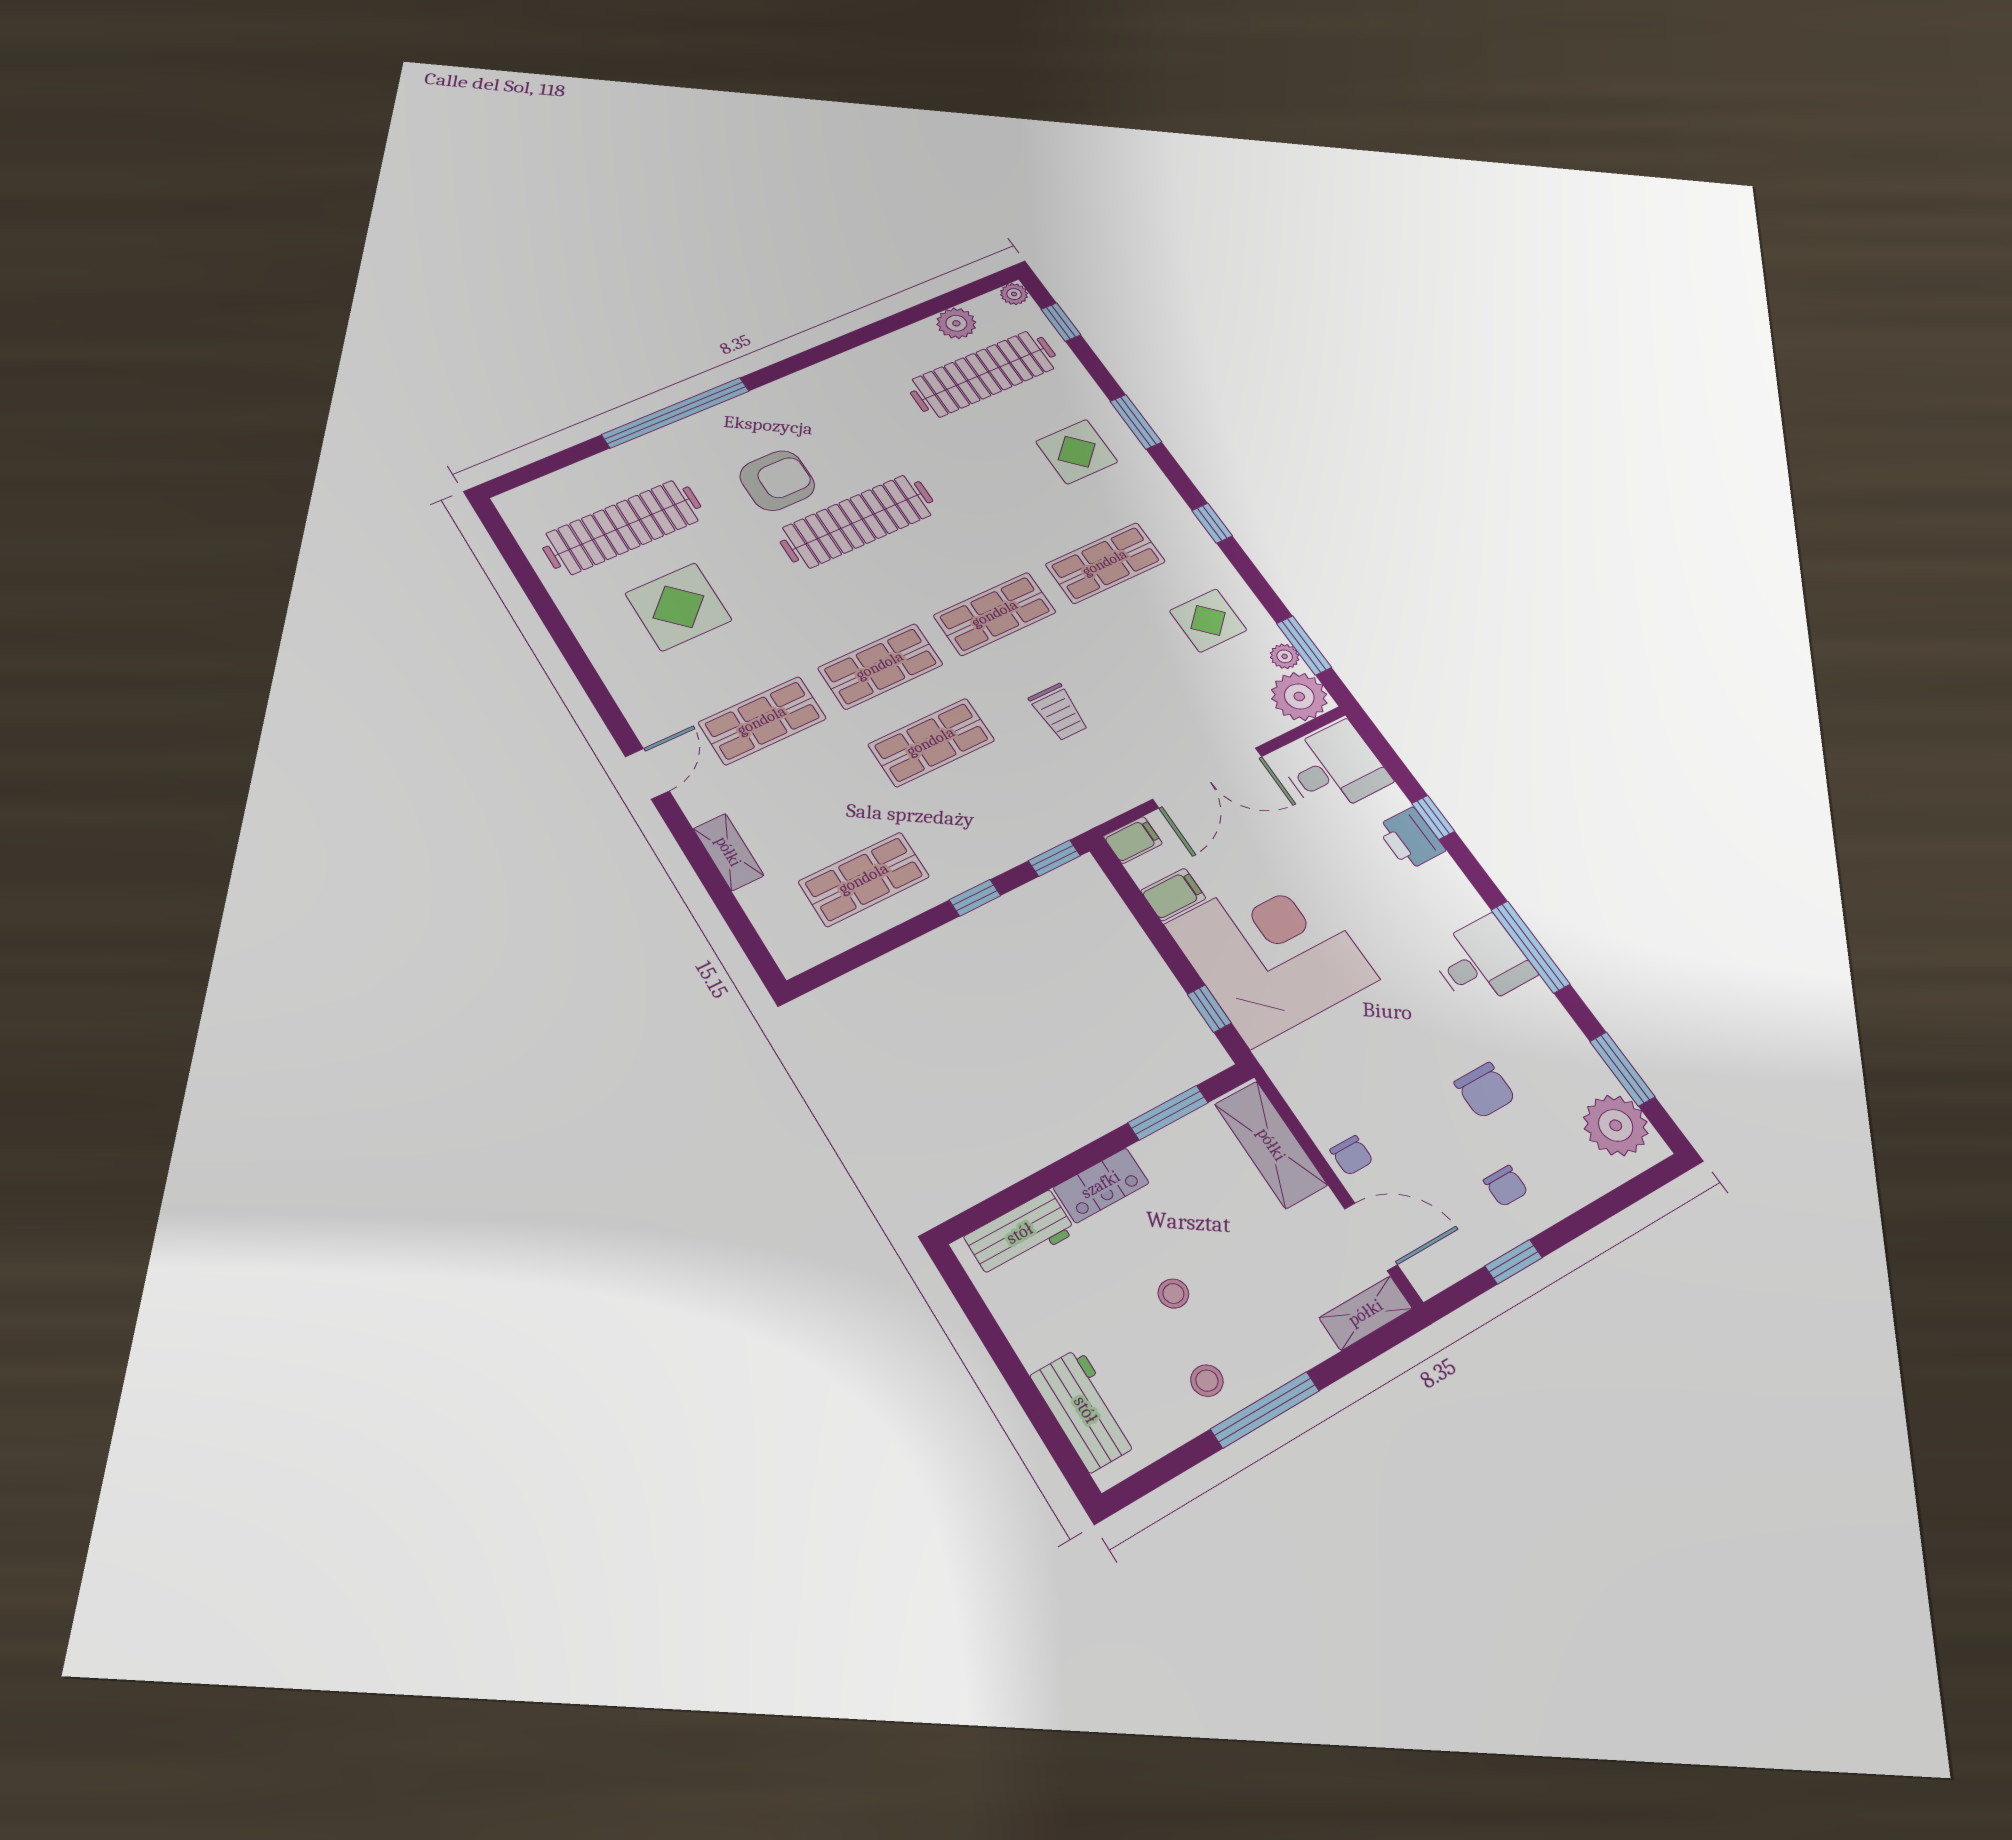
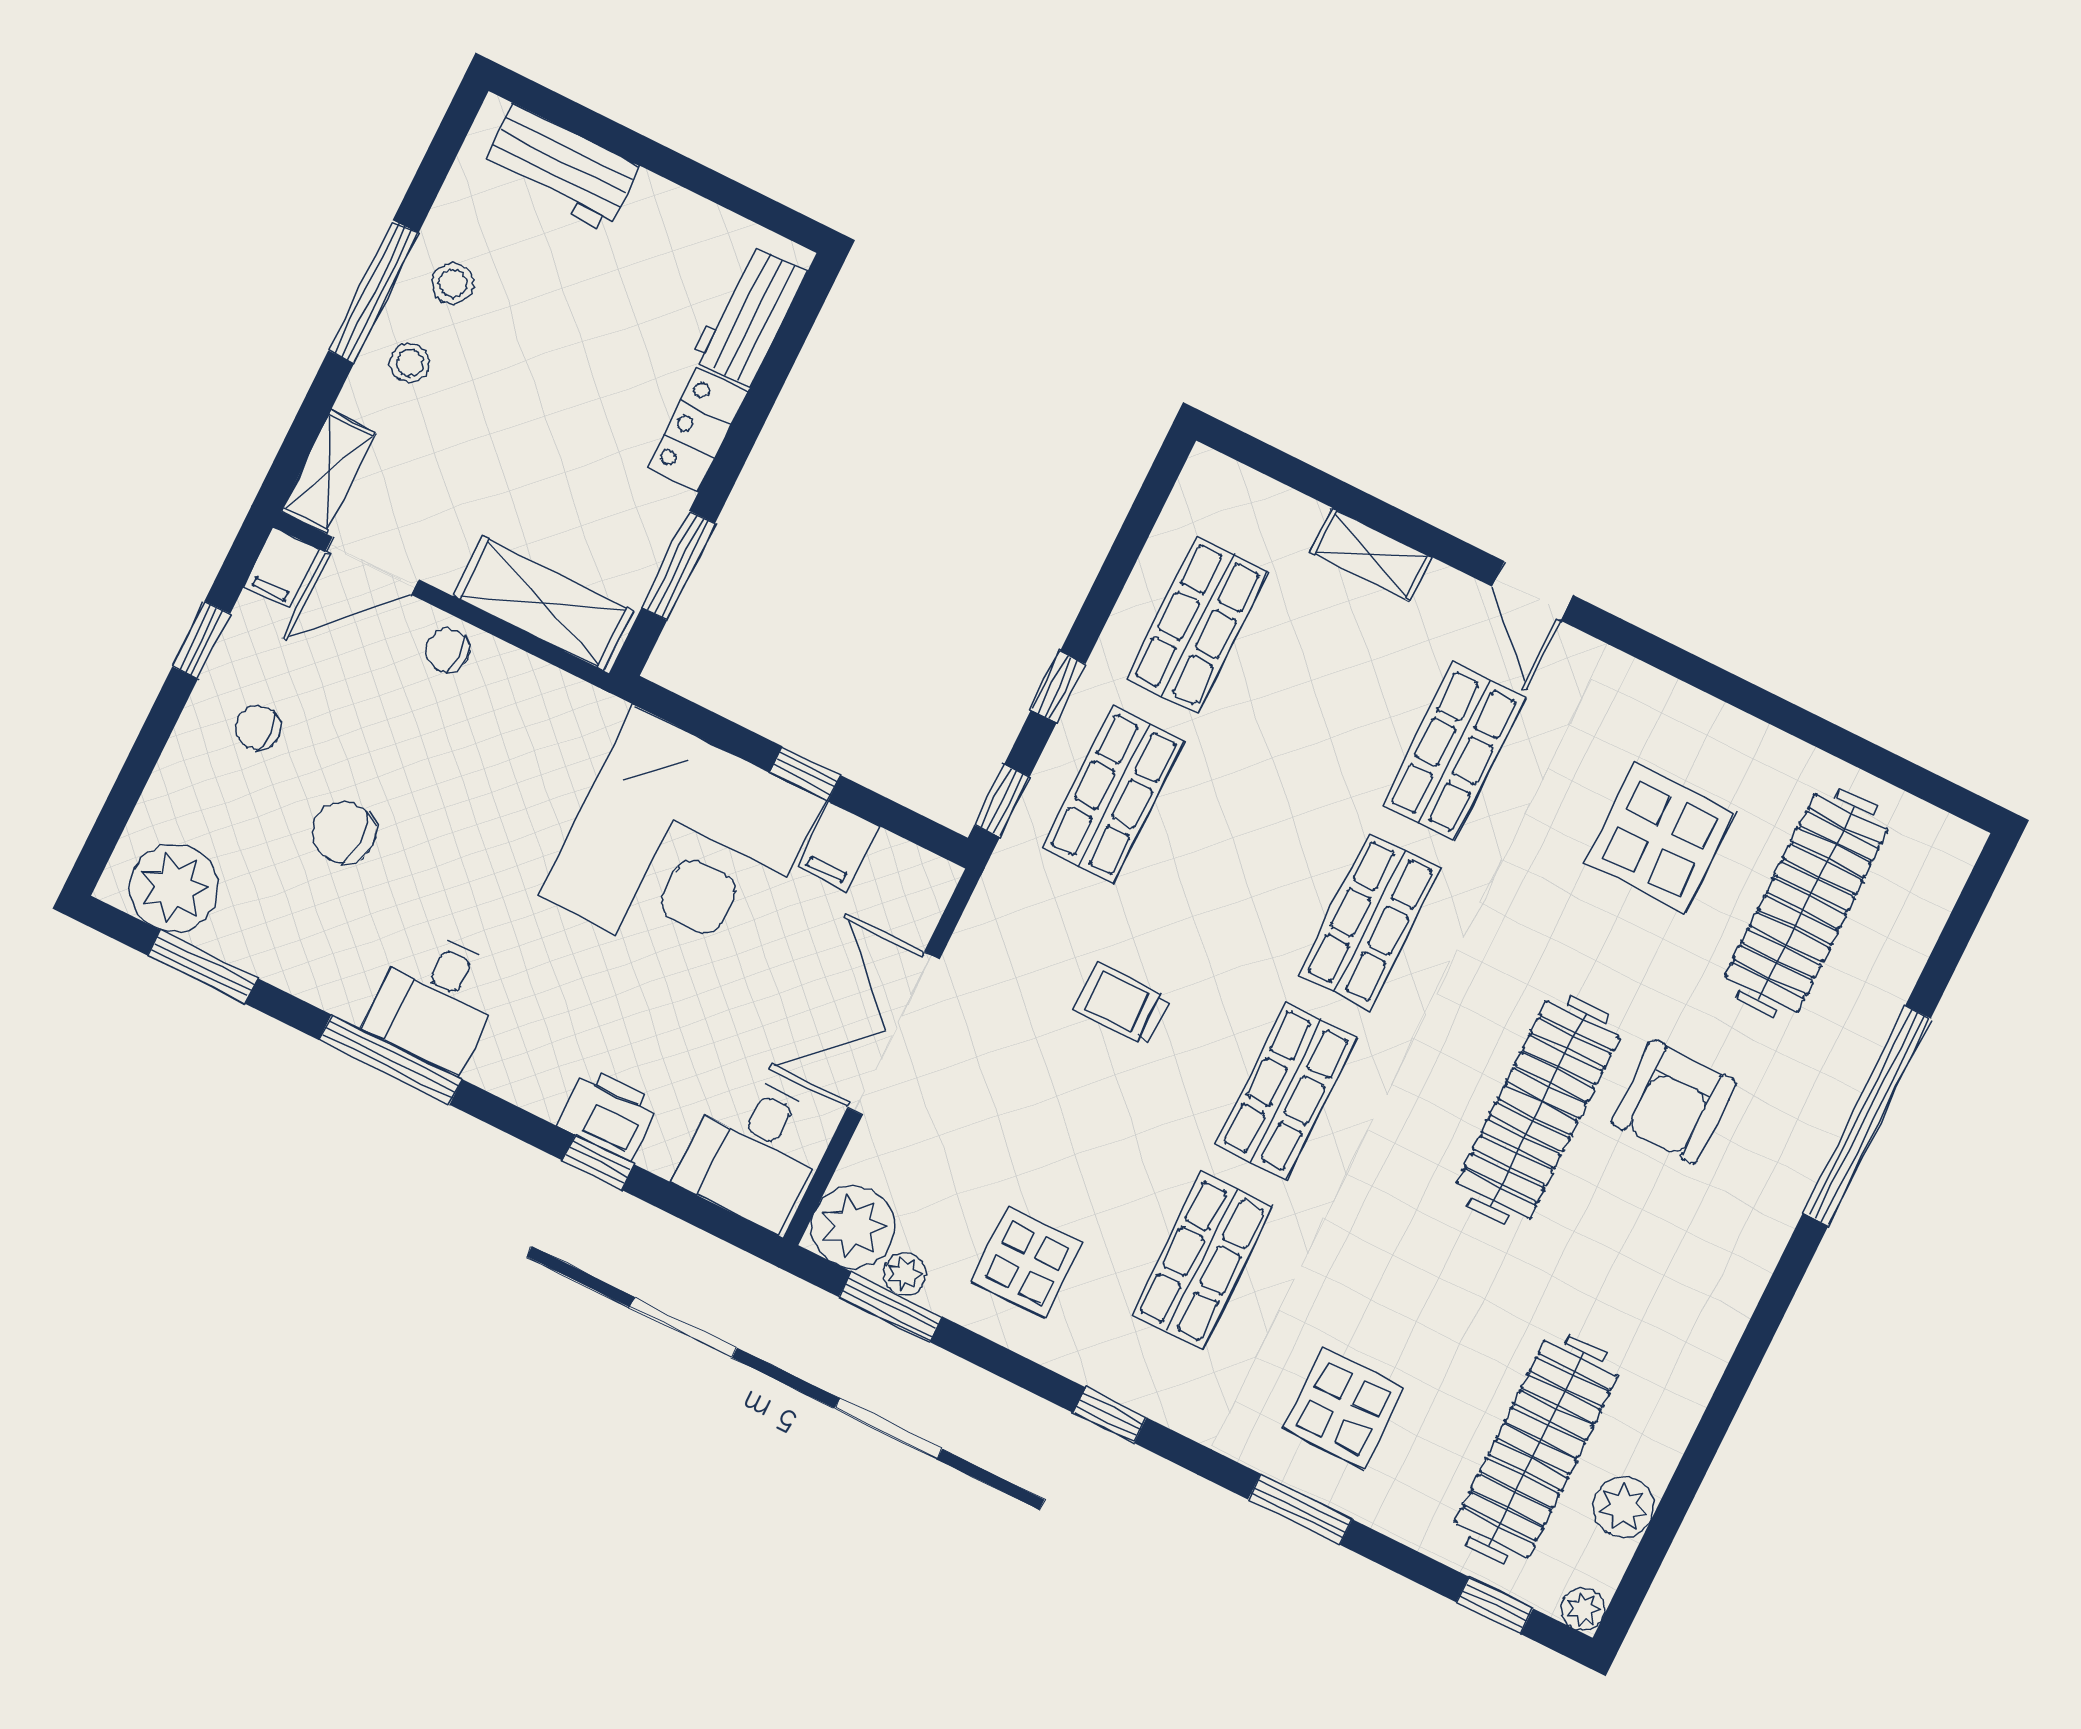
shop shelf: (931, 742) -> (1113, 795), moved
filing cabinet: (1133, 840) -> (281, 568), moved
window: (1209, 1009) -> (805, 774), moved
stool: (1173, 1294) -> (410, 363), moved

